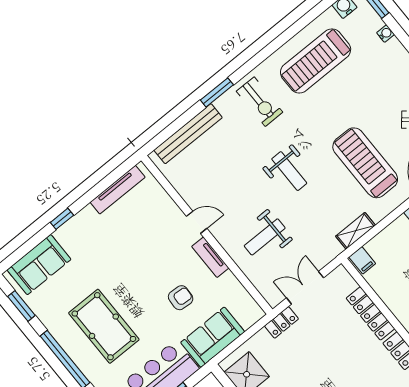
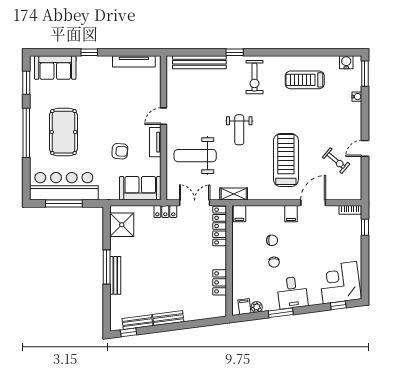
treadmill: (316, 61) -> (305, 80), width x0.73, depth x0.73
window: (217, 92) -> (235, 52), width x0.67
door: (197, 222) -> (164, 116), swing flipped
shelving: (356, 231) -> (234, 194), moved
weight bench: (265, 237) -> (195, 156), width x1.36, depth x1.33
locker: (370, 313) -> (220, 226), moved
sofa: (213, 337) -> (140, 188), moved

